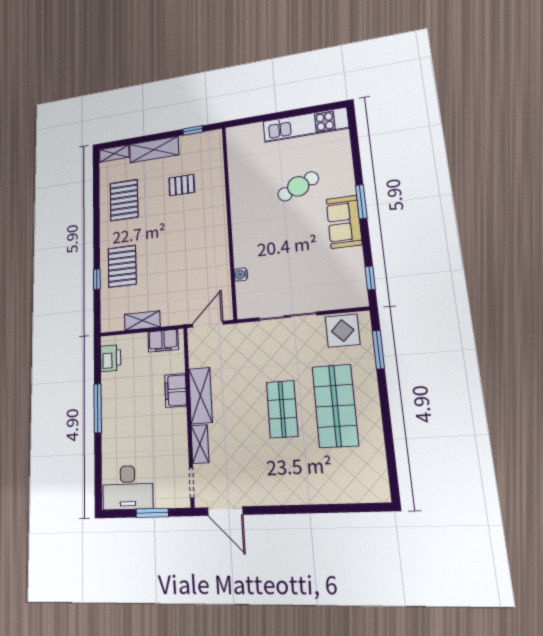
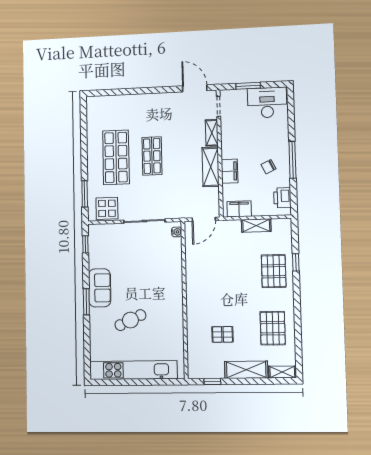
kitchen unit: (305, 125) -> (133, 370), width x1.36
water cooler: (241, 275) -> (177, 232), moved
chair: (127, 398) -> (269, 167), added

